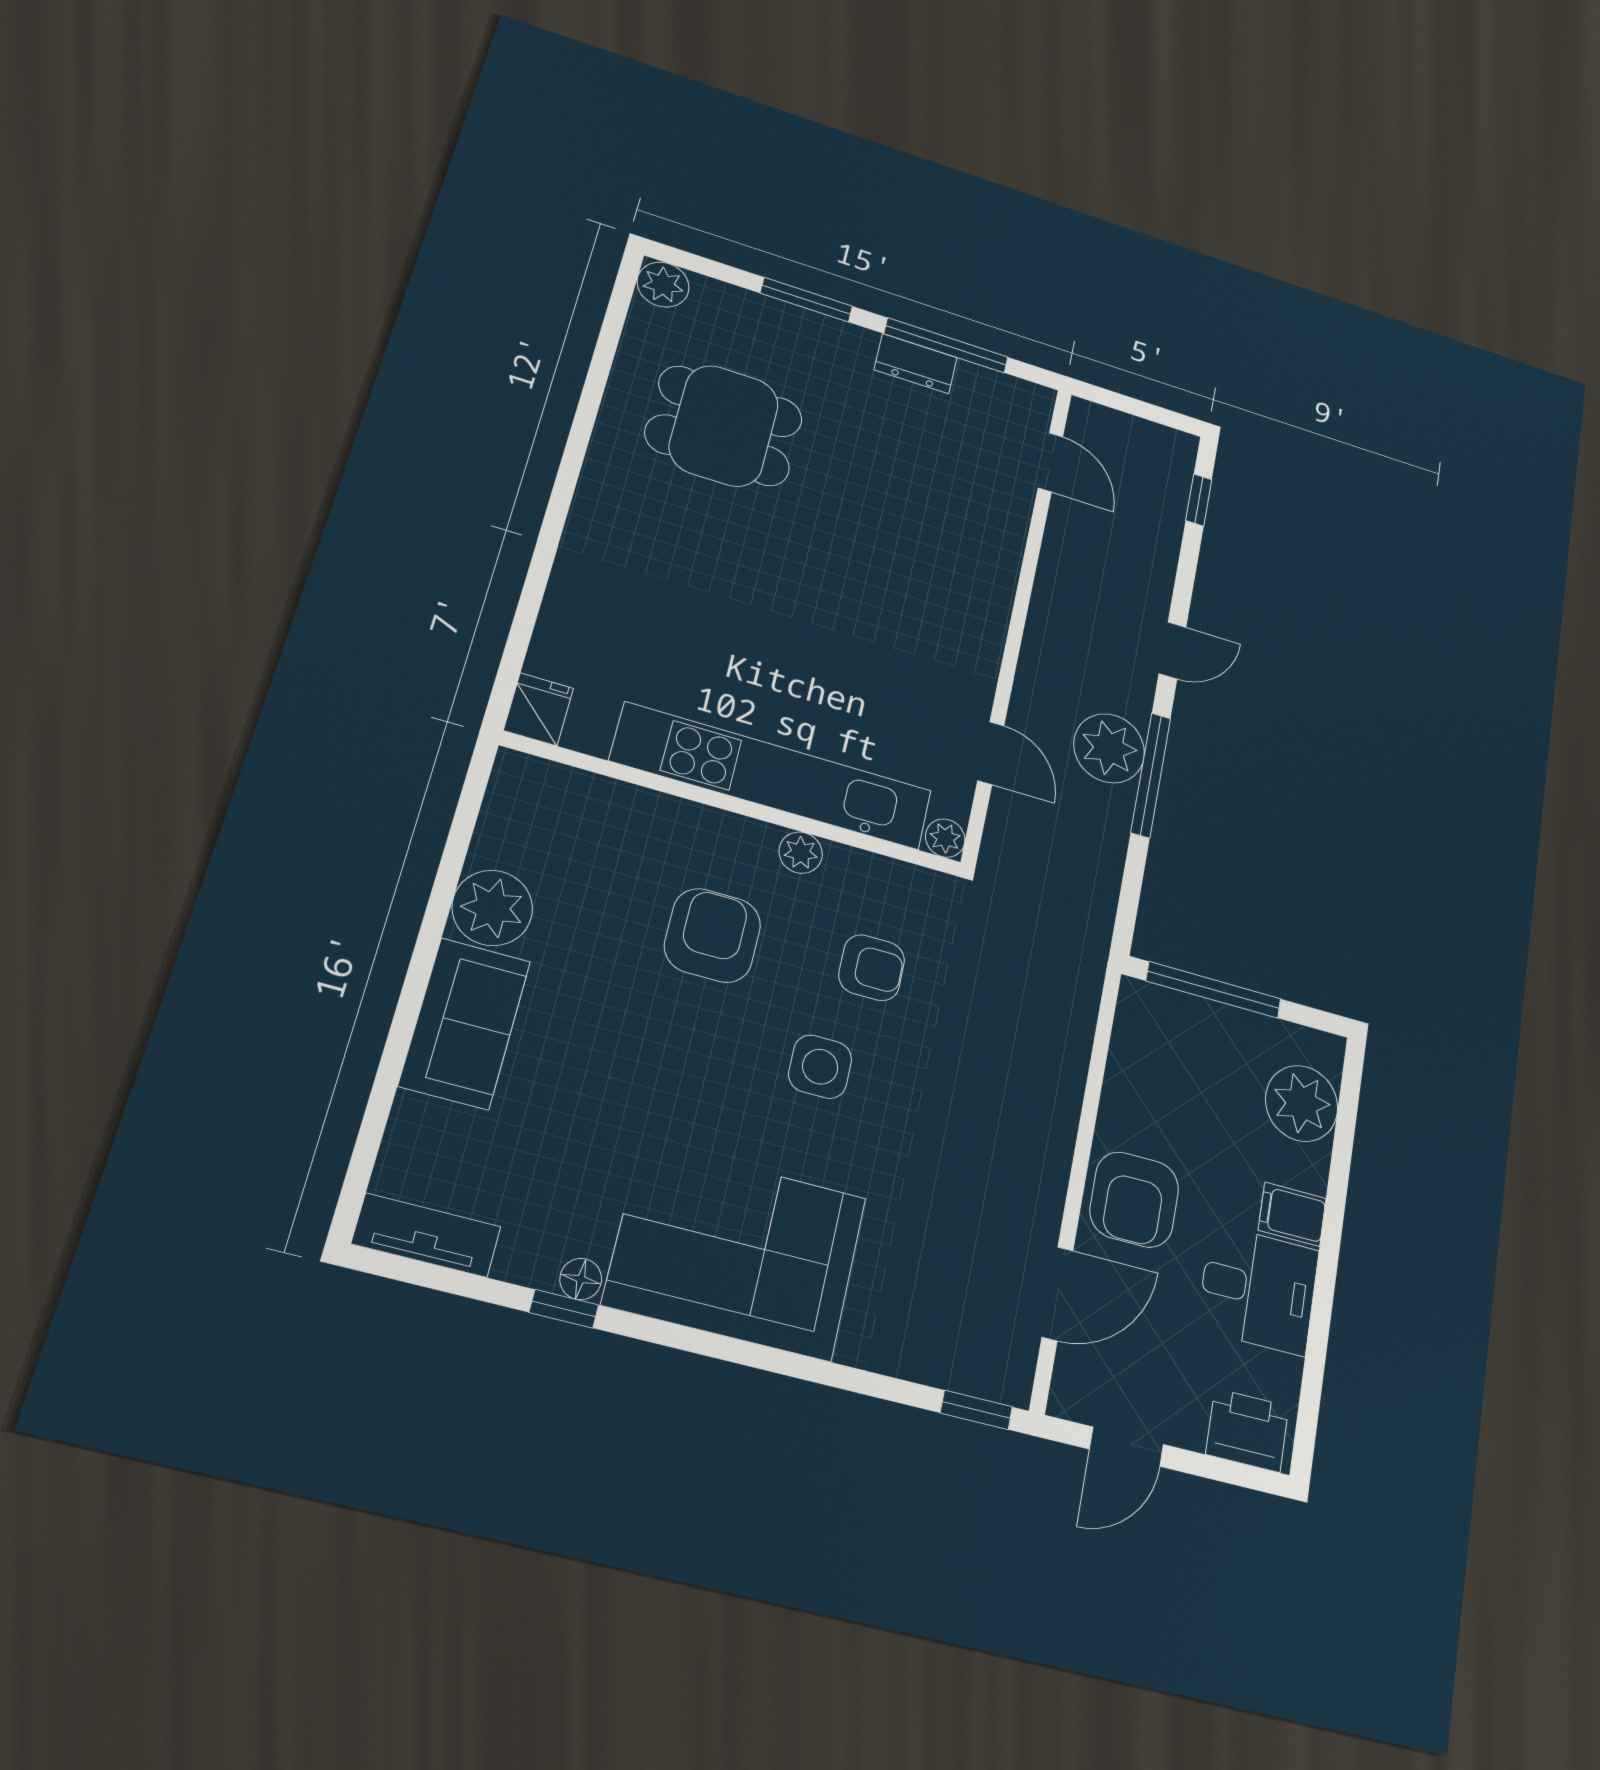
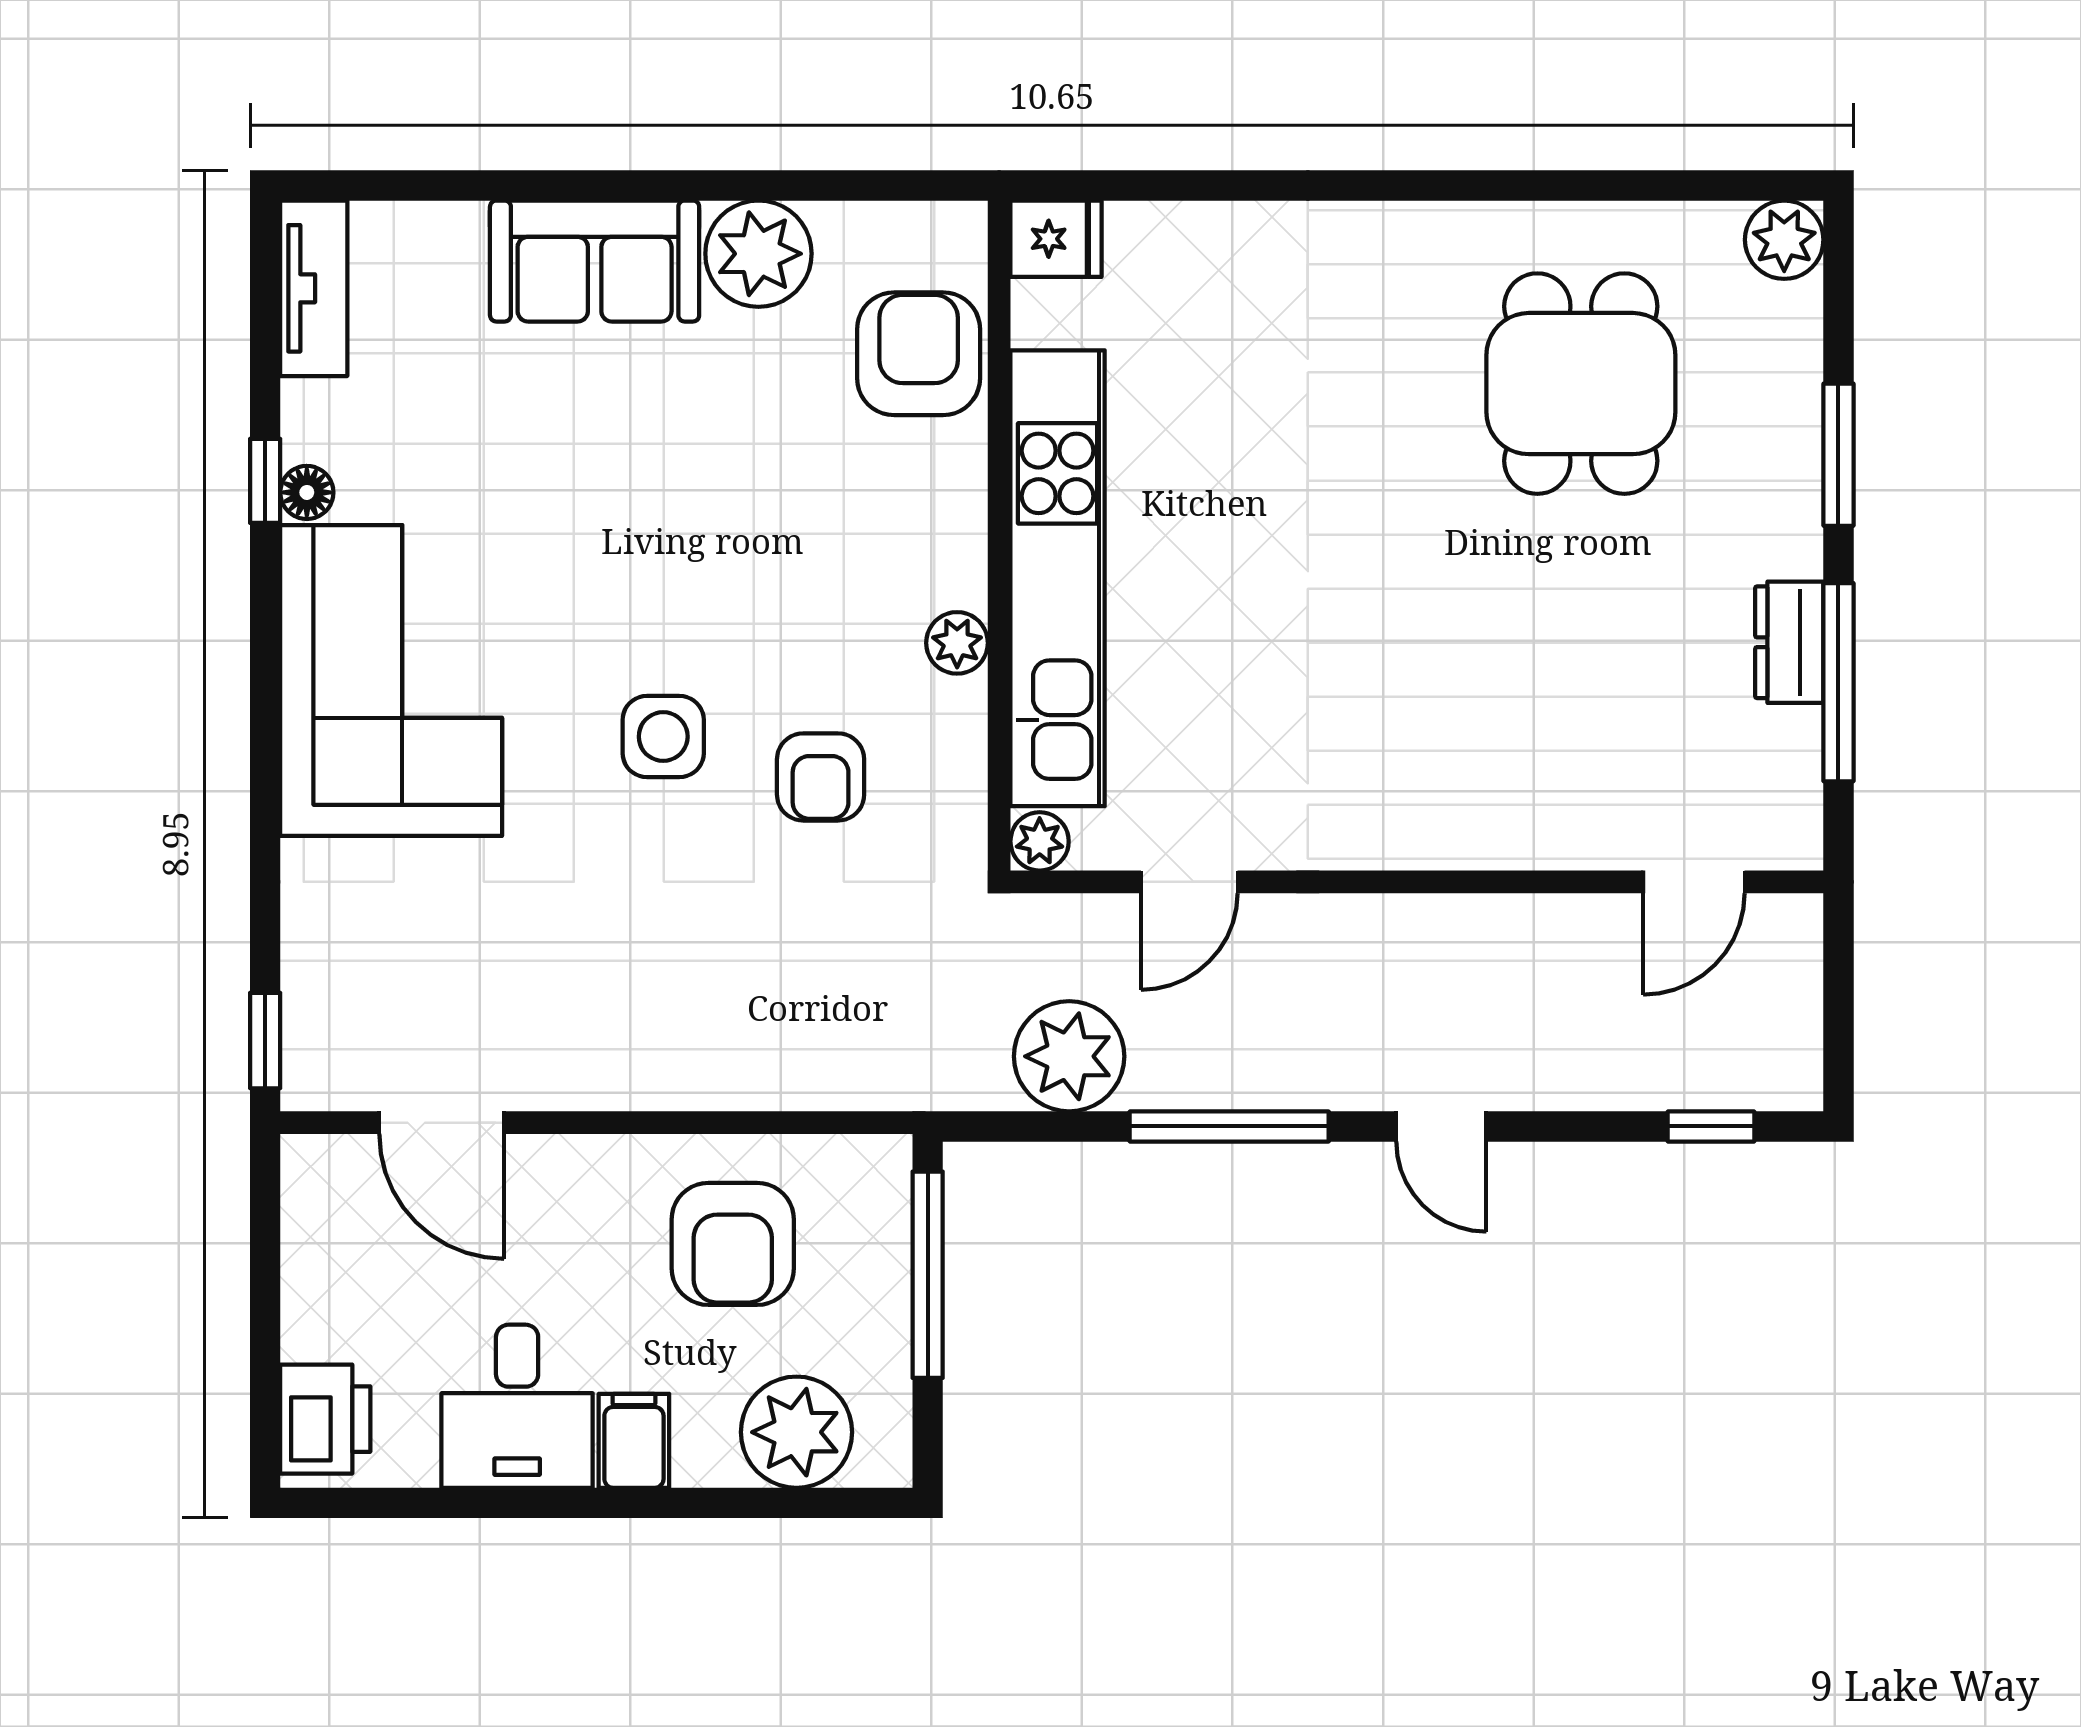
plant: (1109, 748) -> (1069, 1056), moved
armchair: (713, 935) -> (919, 354), moved, turned -90
armchair: (1134, 1199) -> (733, 1244), moved, turned -90
door: (1126, 1447) -> (265, 1253), removed

